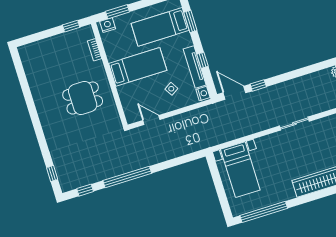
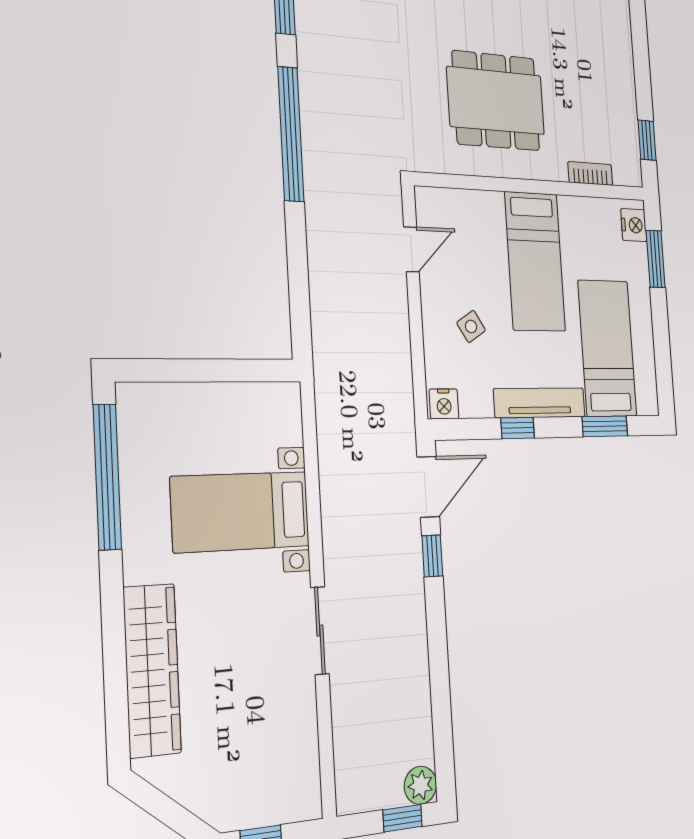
tv unit: (195, 67) -> (540, 403), moved
dining table: (83, 98) -> (496, 101), width x1.38
bed with nightstands: (240, 170) -> (241, 512), moved

